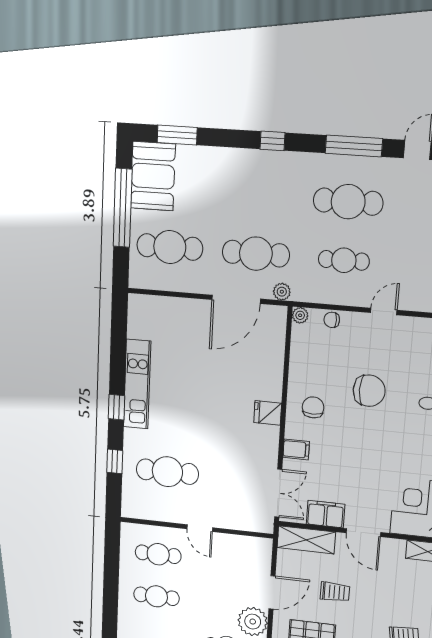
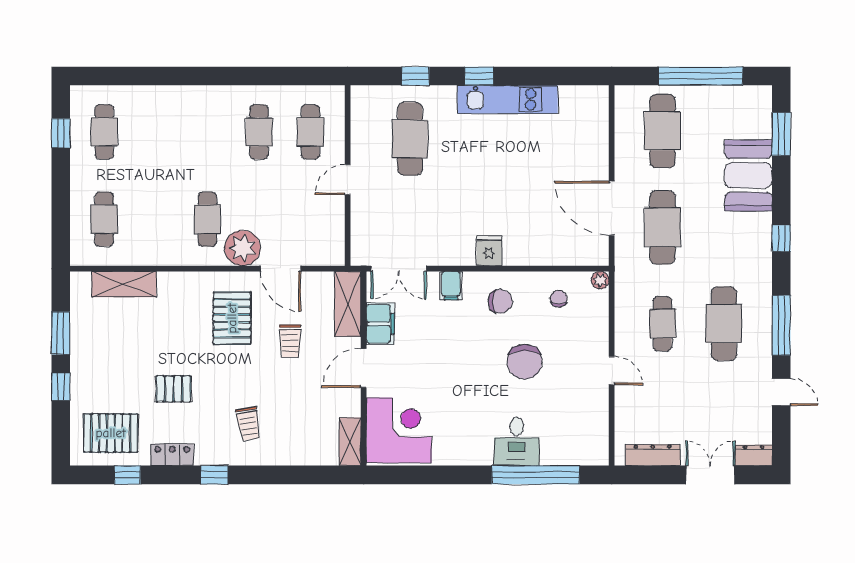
booth: (153, 176) -> (748, 175), moved, turned 90
plant: (282, 292) -> (624, 258), removed
chair: (332, 320) -> (559, 299), moved

